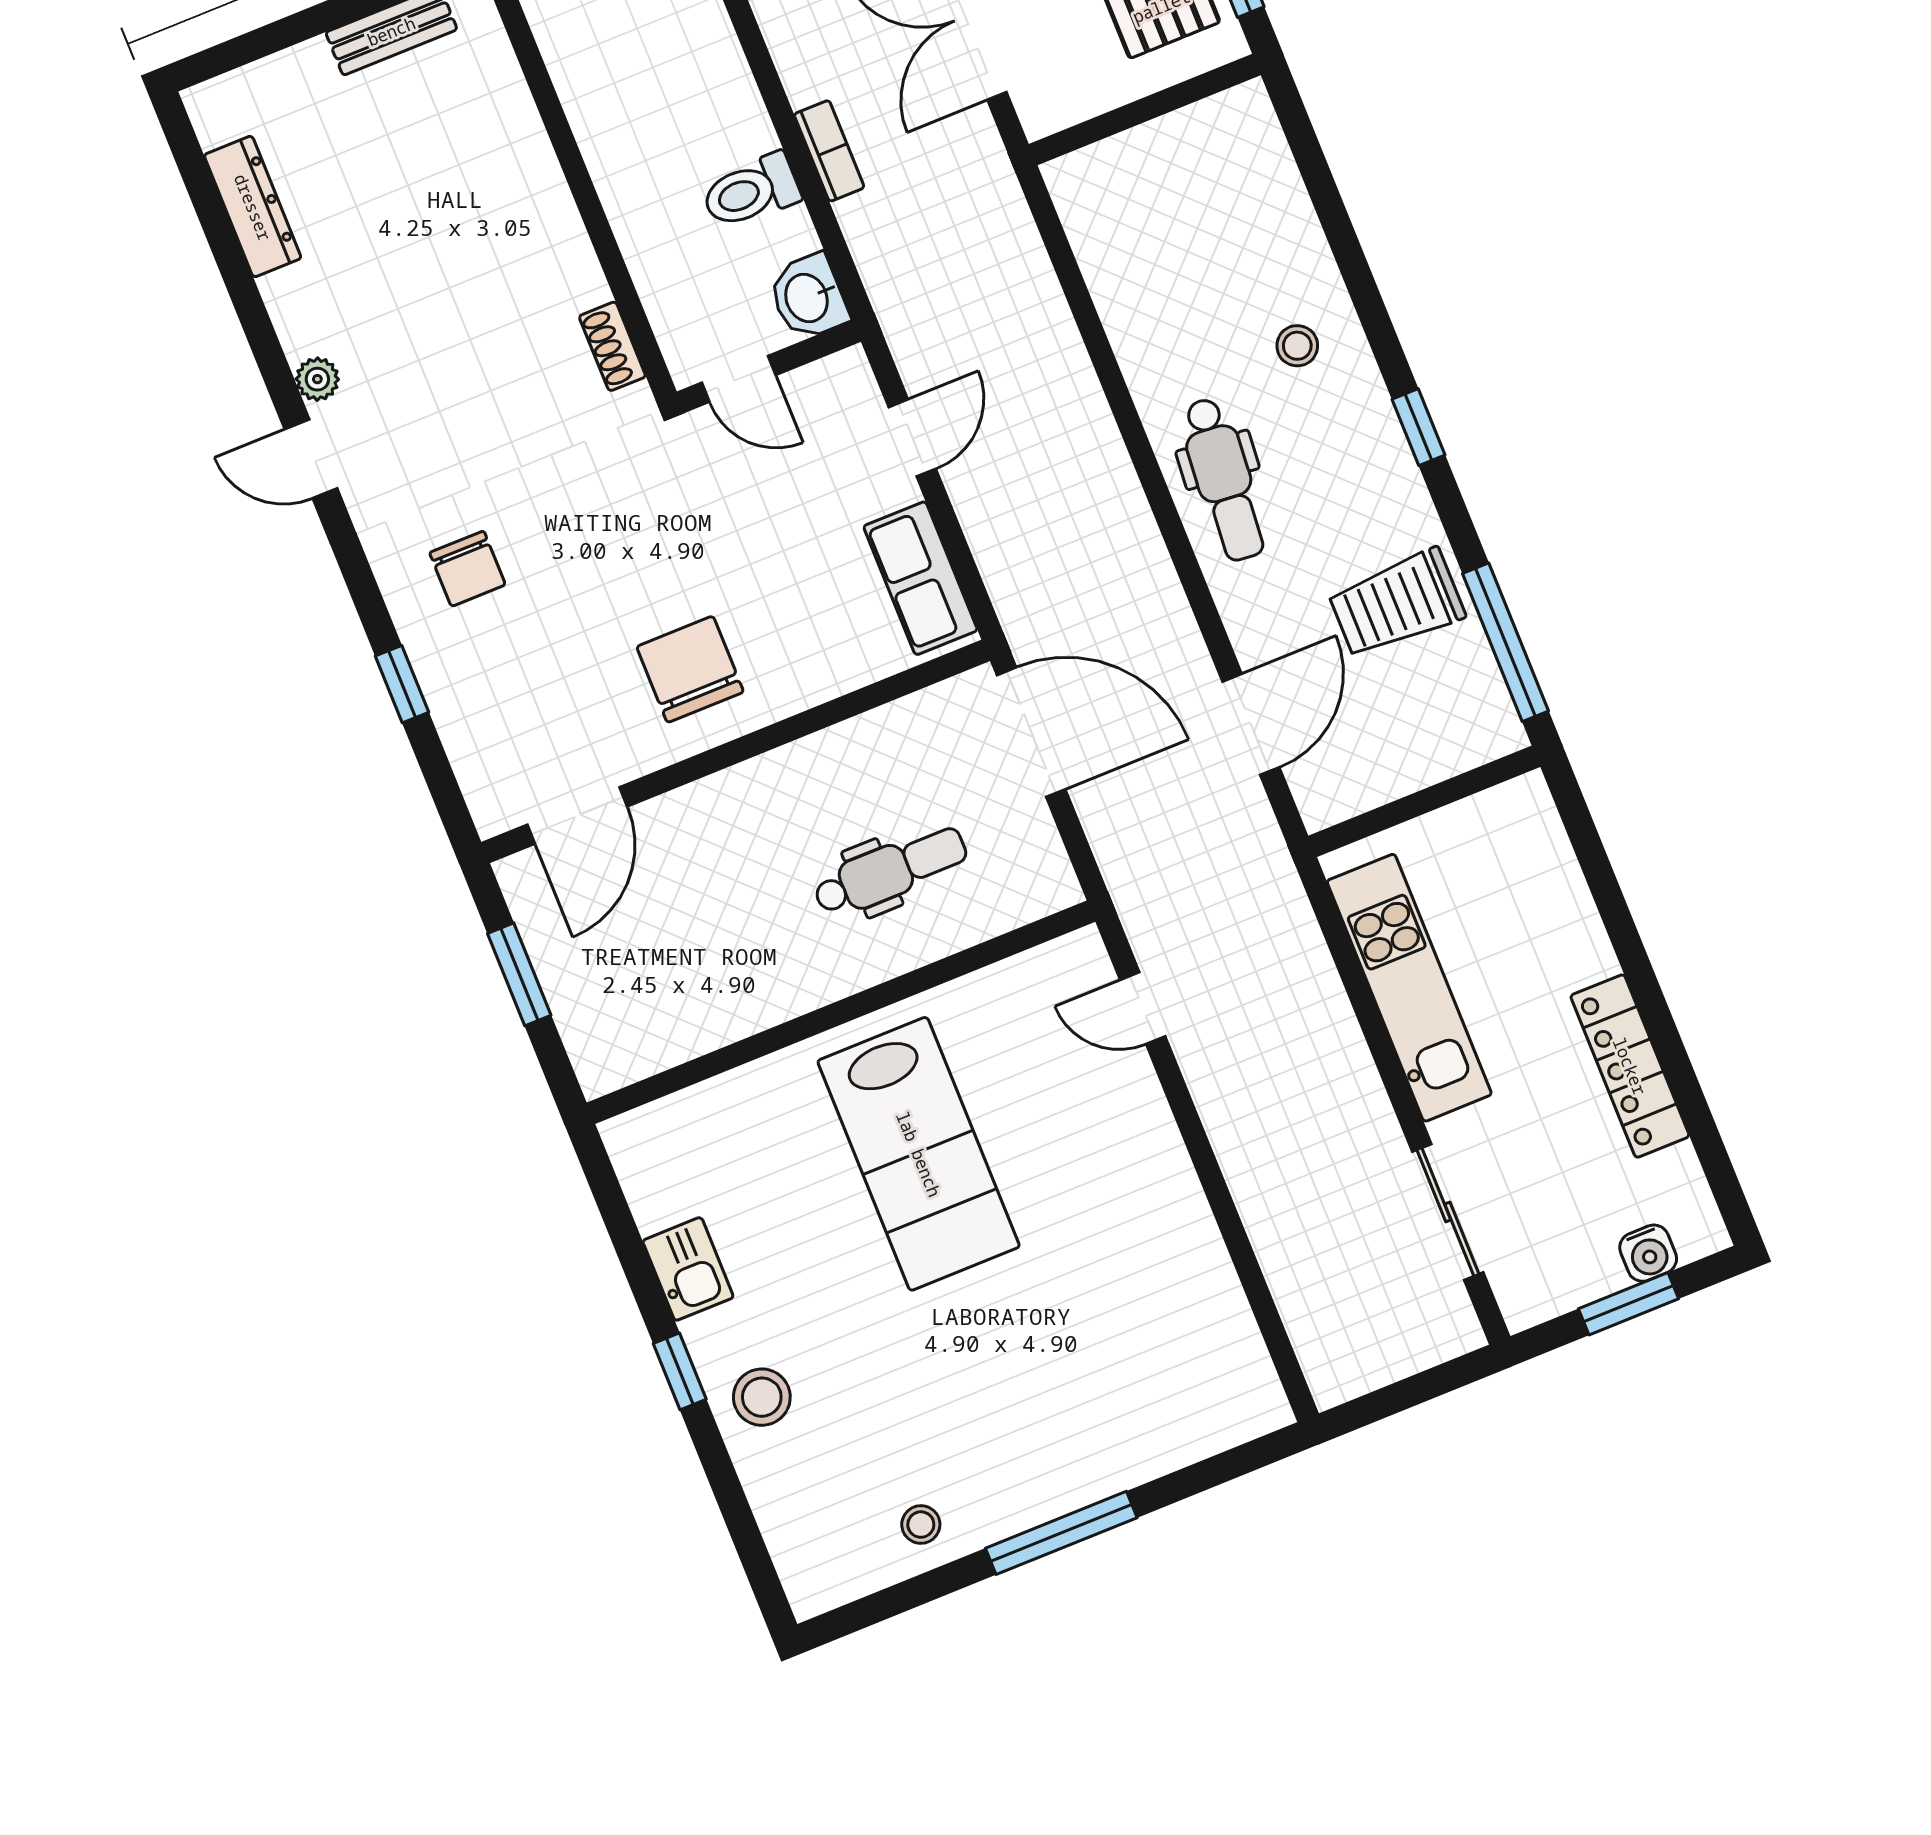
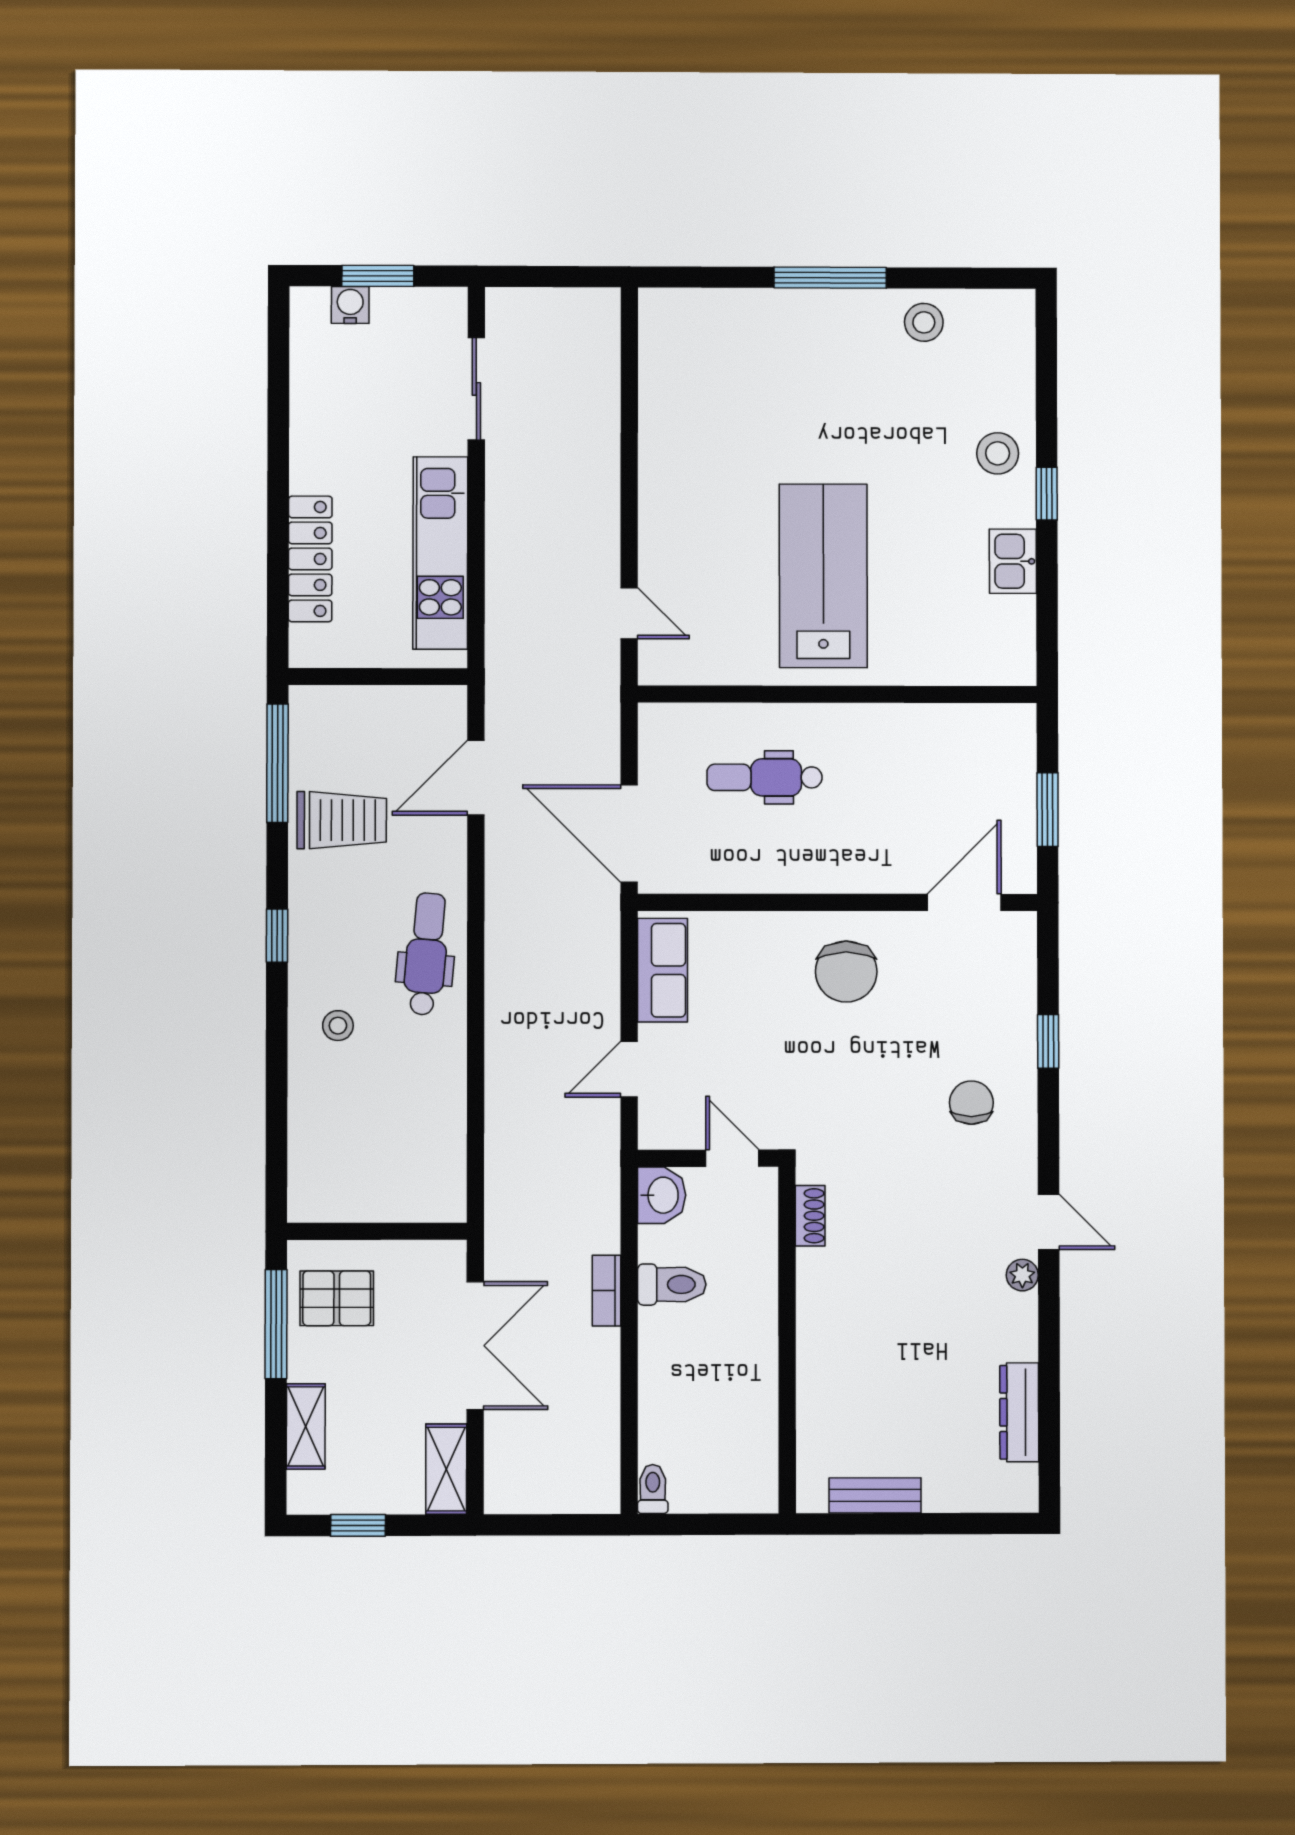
locker: (1630, 1066) -> (310, 559), moved
stool: (921, 1525) -> (924, 322), width x1.37, depth x1.37

